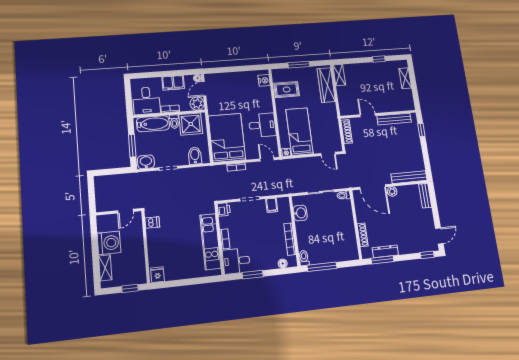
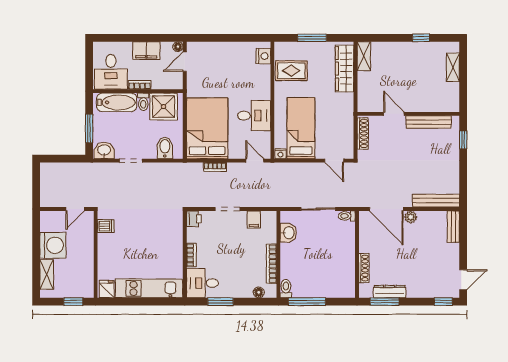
plant: (197, 104) -> (174, 81), removed
kitchen unit: (210, 242) -> (149, 288), moved, turned 90

